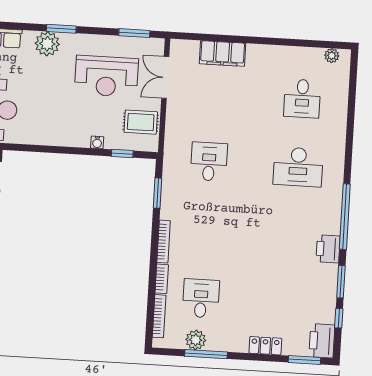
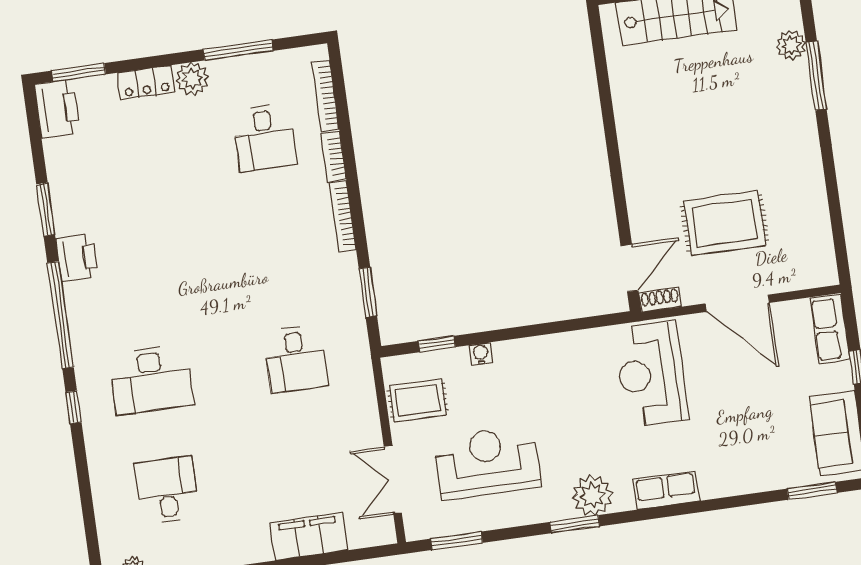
double door: (165, 77) -> (393, 480), swing flipped
desk: (298, 167) -> (151, 379), turned 180
window: (339, 318) -> (73, 407), moved
plant: (196, 340) -> (192, 79), moved

